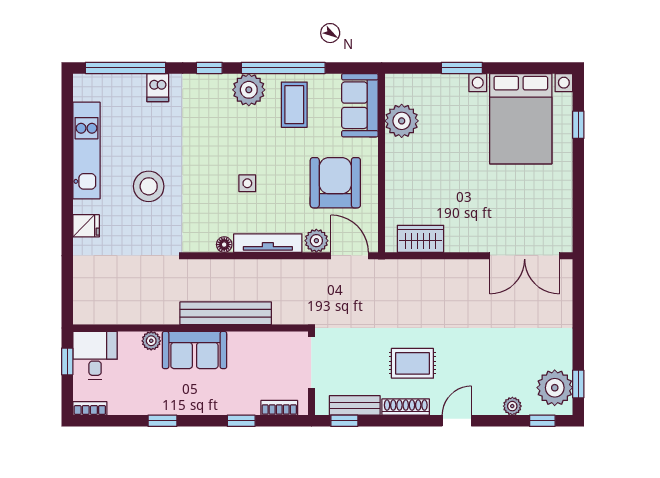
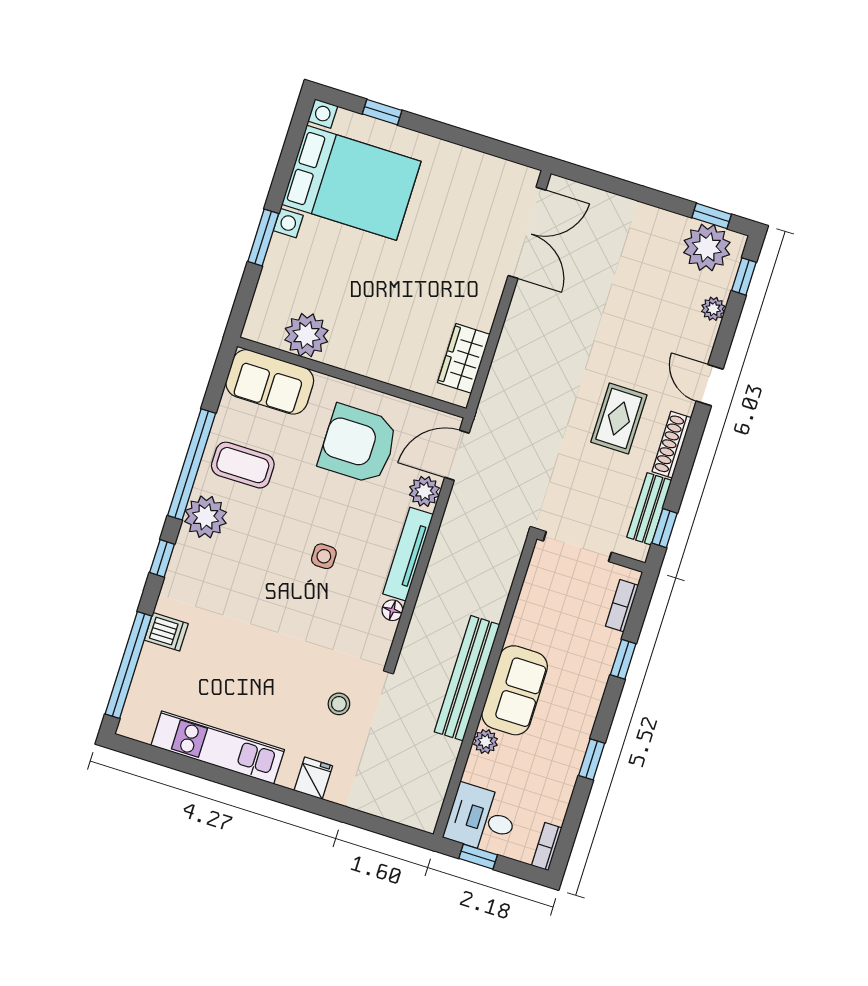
stool: (149, 186) -> (339, 704), moved, width x0.53, depth x0.53
bench: (226, 313) -> (467, 678), moved

